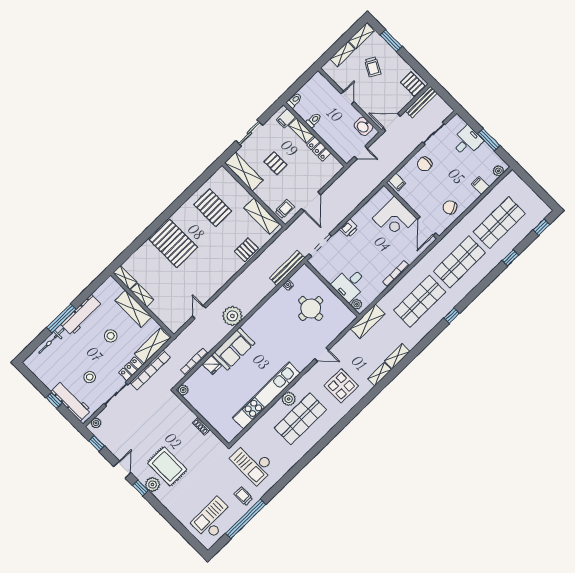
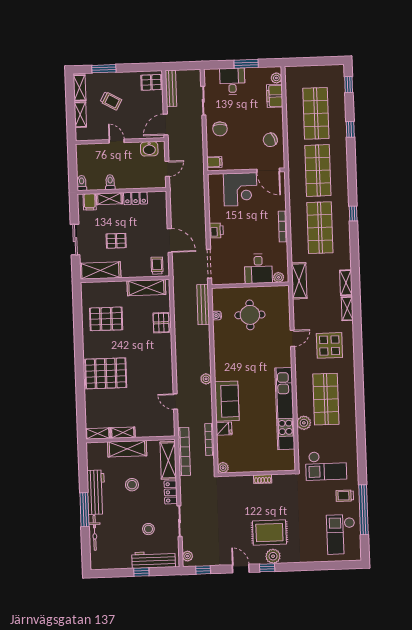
filing cabinet: (480, 185) -> (275, 96), width x2.00
plant: (232, 316) -> (206, 379), width x0.53, depth x0.53
bookcase: (150, 370) -> (184, 452), moved
plant: (289, 399) -> (304, 423), moved

